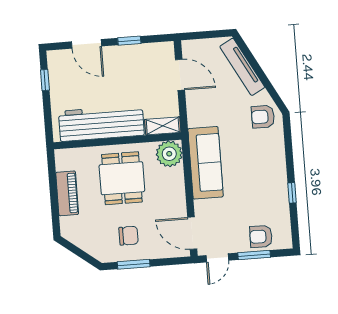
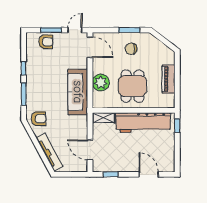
window: (129, 41) -> (110, 174), moved
window: (45, 80) -> (177, 126), moved
window: (289, 153) -> (24, 94), added
plant: (169, 154) -> (101, 83), moved

